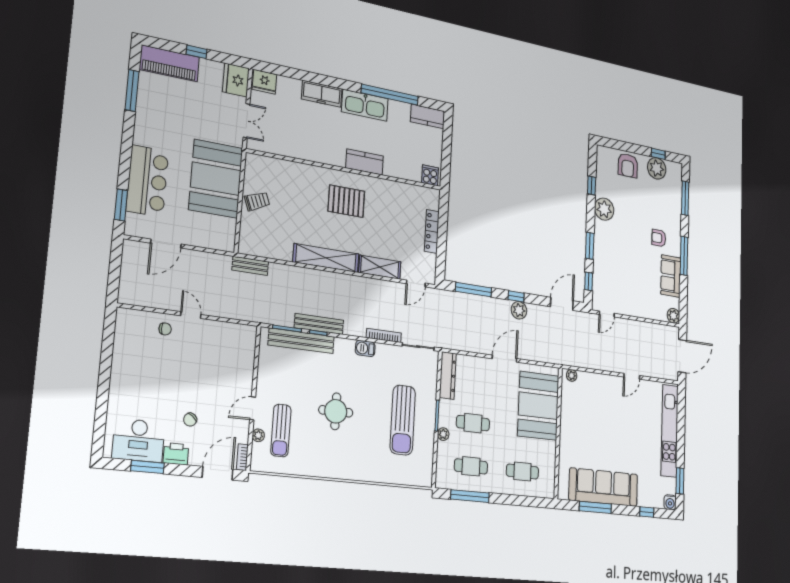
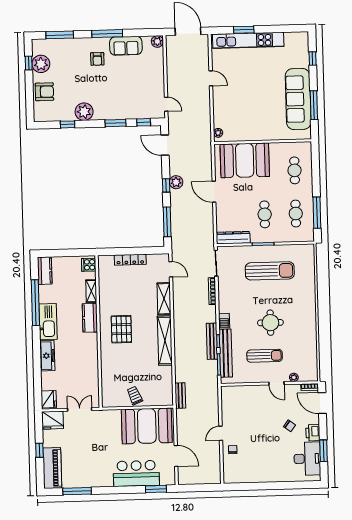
shelving: (398, 171) -> (91, 291), added
booth: (216, 179) -> (147, 426), moved
barbecue: (365, 348) -> (224, 321), moved
sun lounger: (281, 430) -> (265, 356), moved
plant: (443, 434) -> (276, 238), removed
window: (680, 481) -> (244, 30), moved
water cooler: (670, 502) -> (303, 37), removed

